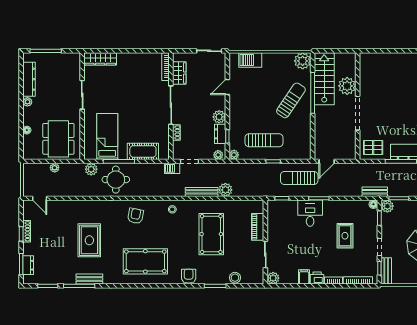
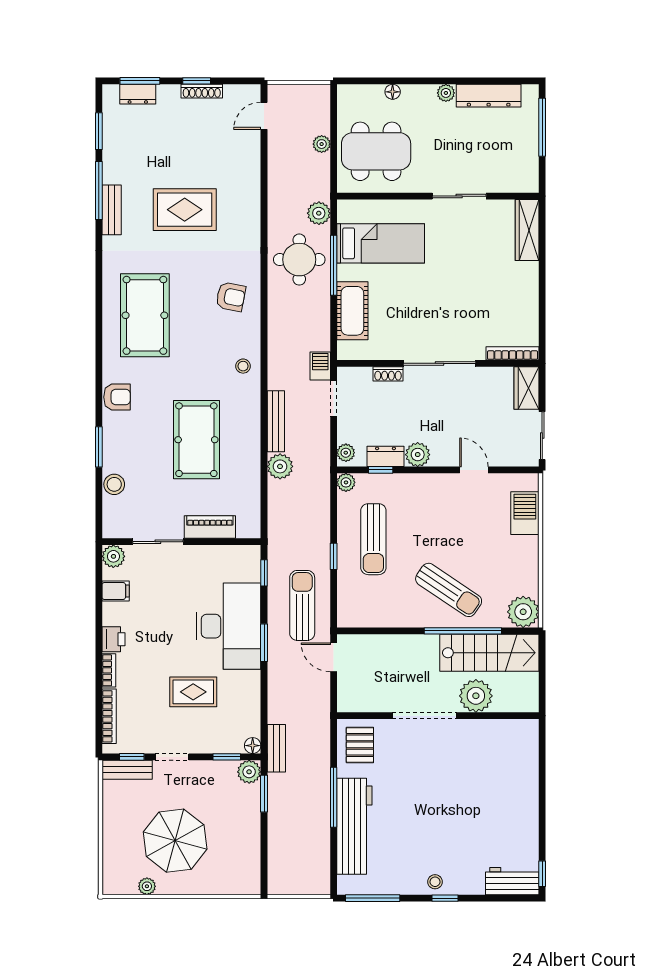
wardrobe: (179, 73) -> (527, 388), moved, turned 90
desk: (310, 213) -> (228, 626), width x1.87, depth x1.30
pool table: (211, 234) -> (196, 440), turned 90
filing cabinet: (304, 277) -> (116, 591), moved

